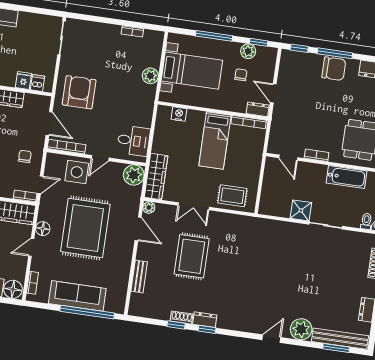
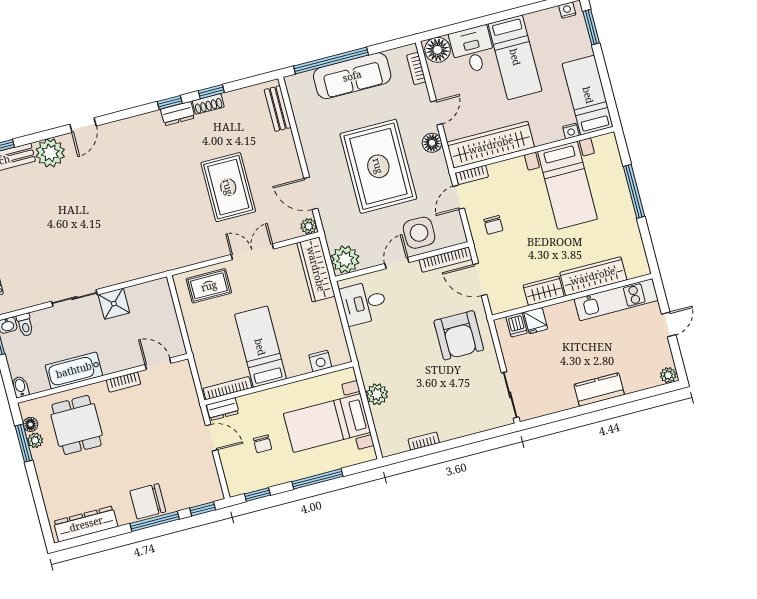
plant: (248, 51) -> (266, 478), removed
bench: (139, 276) -> (278, 109), moved

